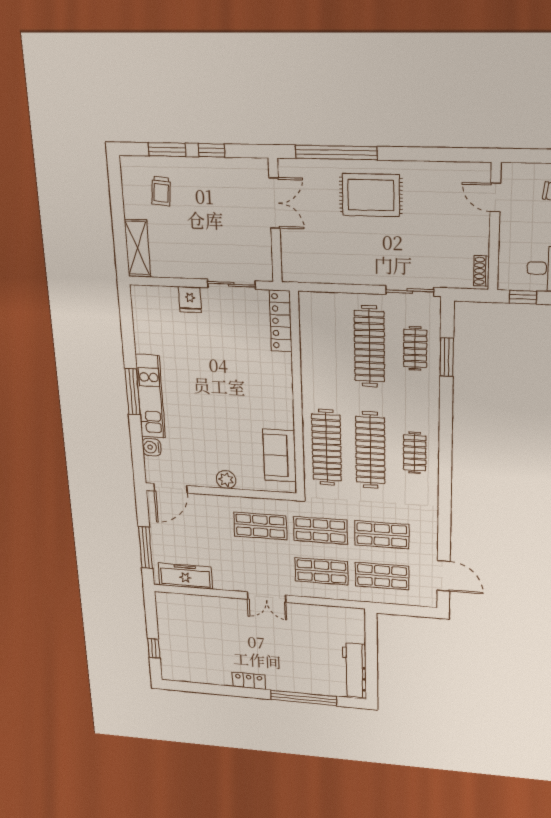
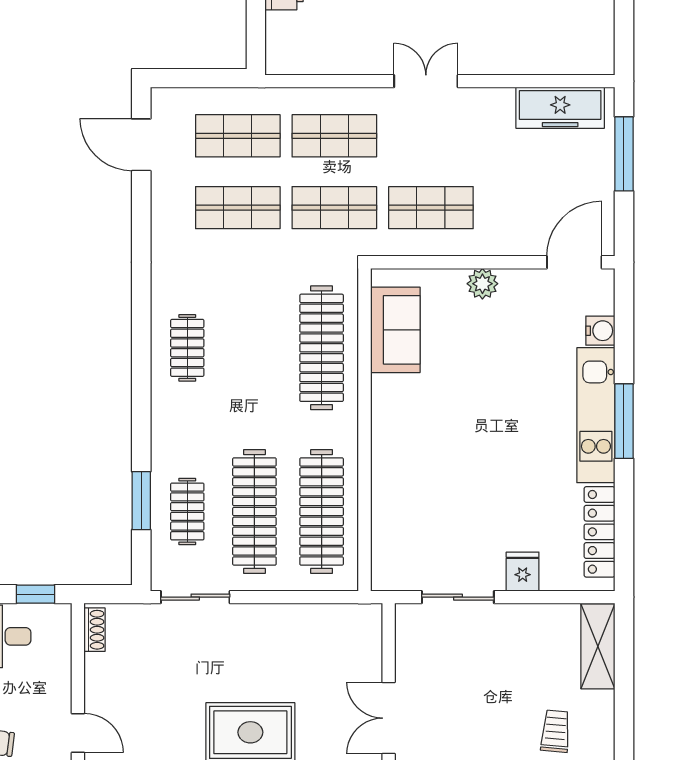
locker: (281, 321) -> (599, 532), moved, turned 180
clothes rail: (370, 450) -> (322, 511), moved

